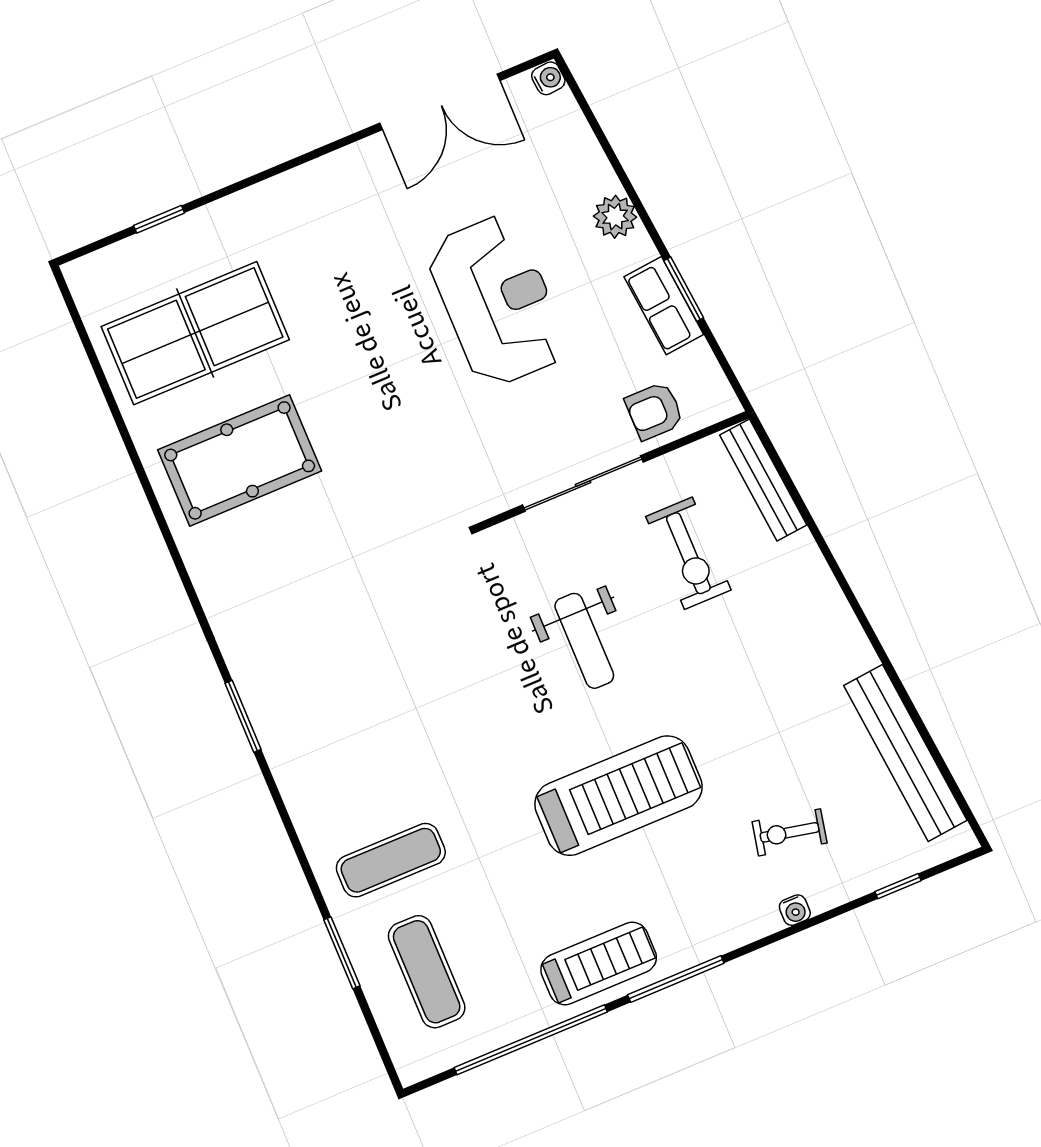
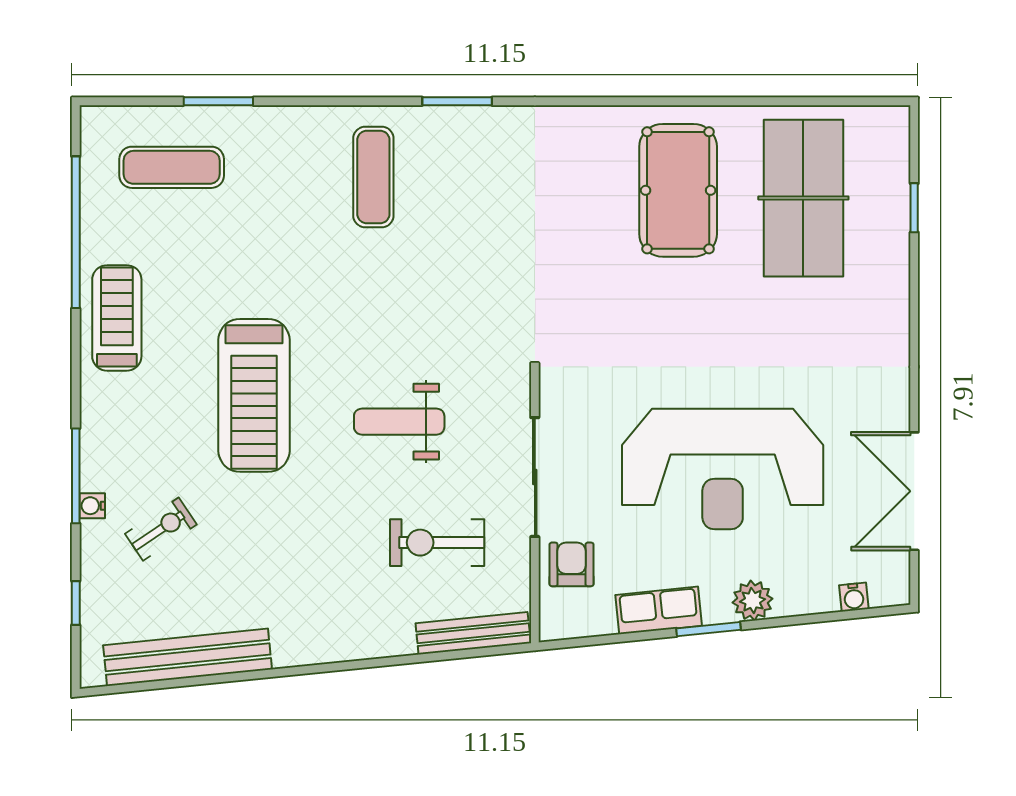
water cooler: (548, 78) -> (854, 597), moved
window: (684, 289) -> (709, 629), moved
reception desk: (497, 301) -> (723, 469), width x1.36, depth x1.30
exercise bike: (790, 832) -> (161, 529), turned 44
exercise mat: (391, 860) -> (373, 177), moved
treadmill: (599, 964) -> (117, 318), turned 180
window: (676, 979) -> (76, 476), moved

